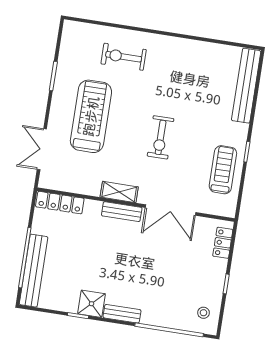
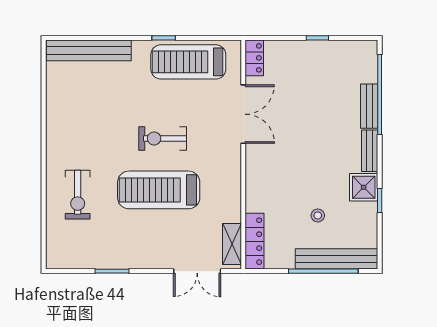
treadmill: (91, 116) -> (159, 190), moved
exercise bike: (161, 137) -> (163, 138), turned 180
treadmill: (223, 170) -> (188, 62), width x1.37, depth x1.38
shelving: (119, 192) -> (232, 244), moved
bench: (122, 212) -> (369, 106), moved
locker: (223, 243) -> (254, 58), moved, turned -90
stool: (203, 313) -> (318, 215), moved

